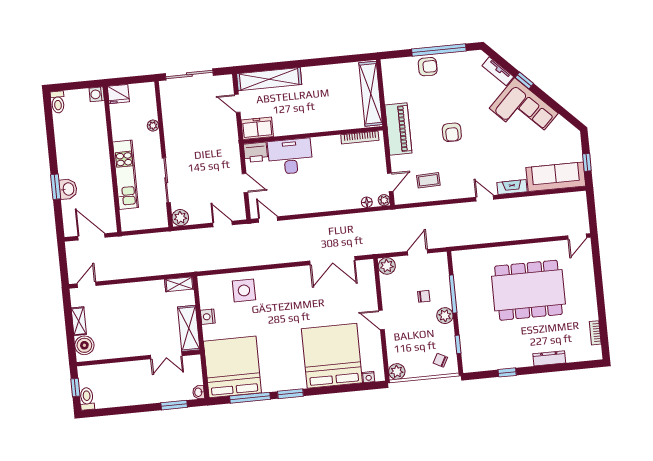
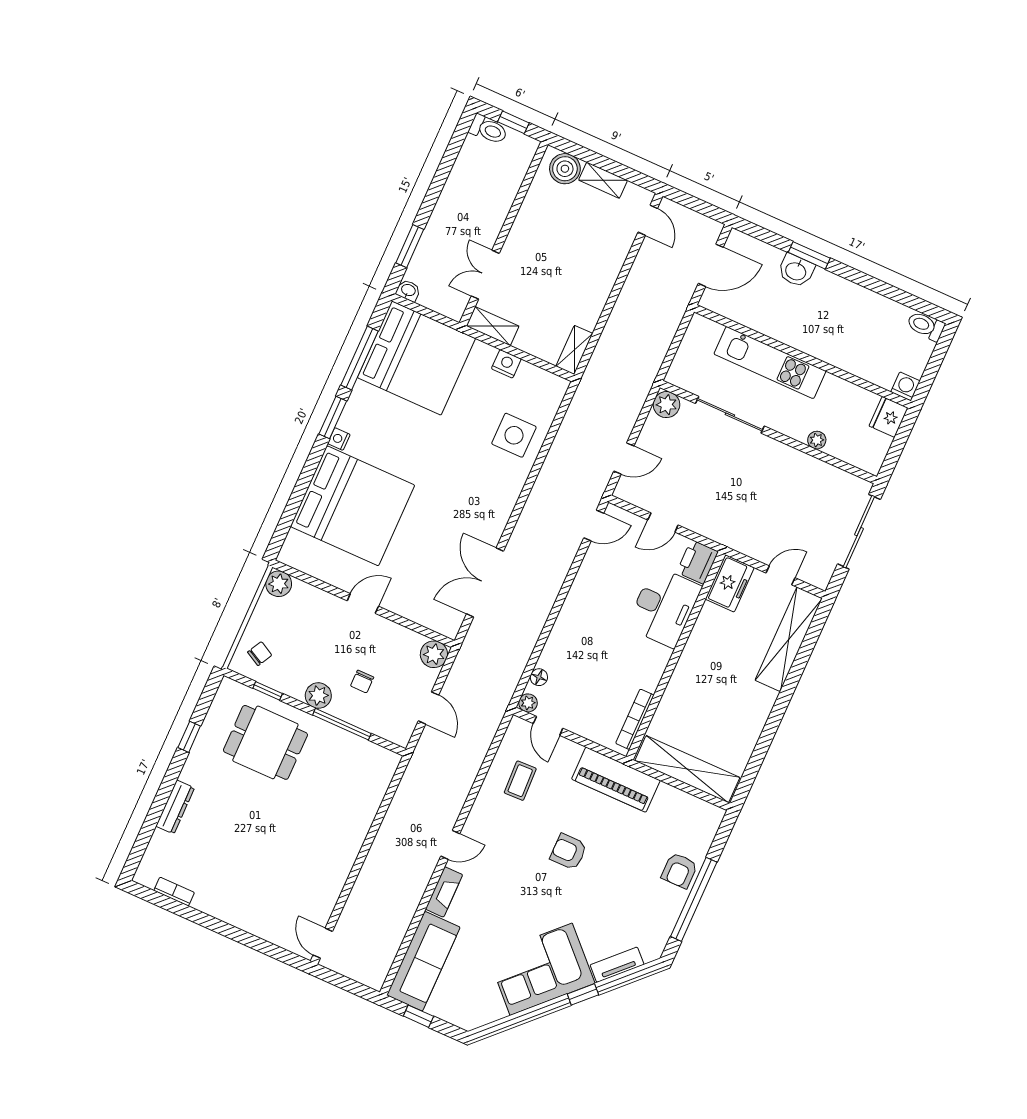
dining table: (528, 290) -> (265, 742), moved, width x0.53, depth x0.80
shelving: (189, 328) -> (493, 326), width x0.67, depth x0.75
nightstand: (369, 377) -> (339, 439), moved

